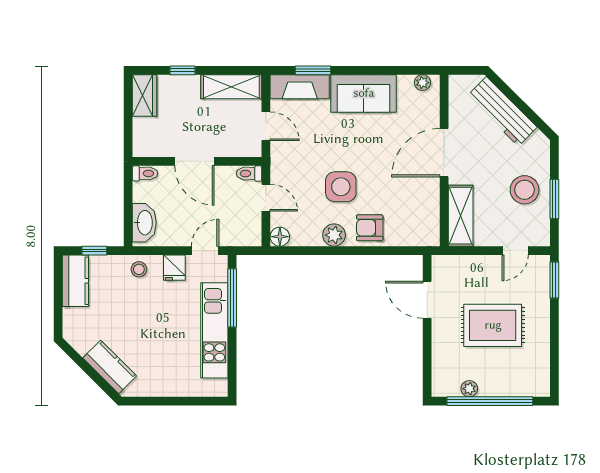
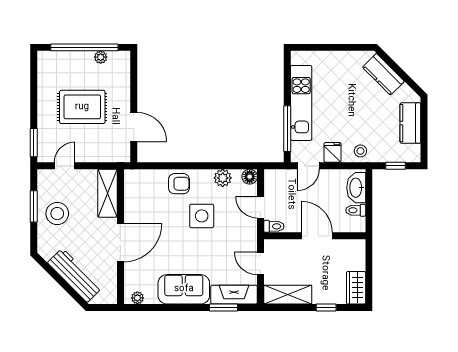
toilet: (145, 173) -> (356, 210), moved
plant: (334, 235) -> (223, 178), moved
kitchen counter: (75, 281) -> (410, 123), moved

